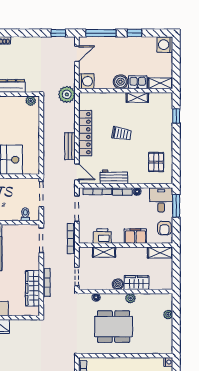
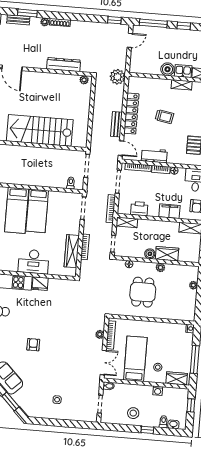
washing machine: (86, 81) -> (136, 66), removed
shelving: (104, 252) -> (127, 222), moved
dining table: (114, 327) -> (143, 292), width x0.73

